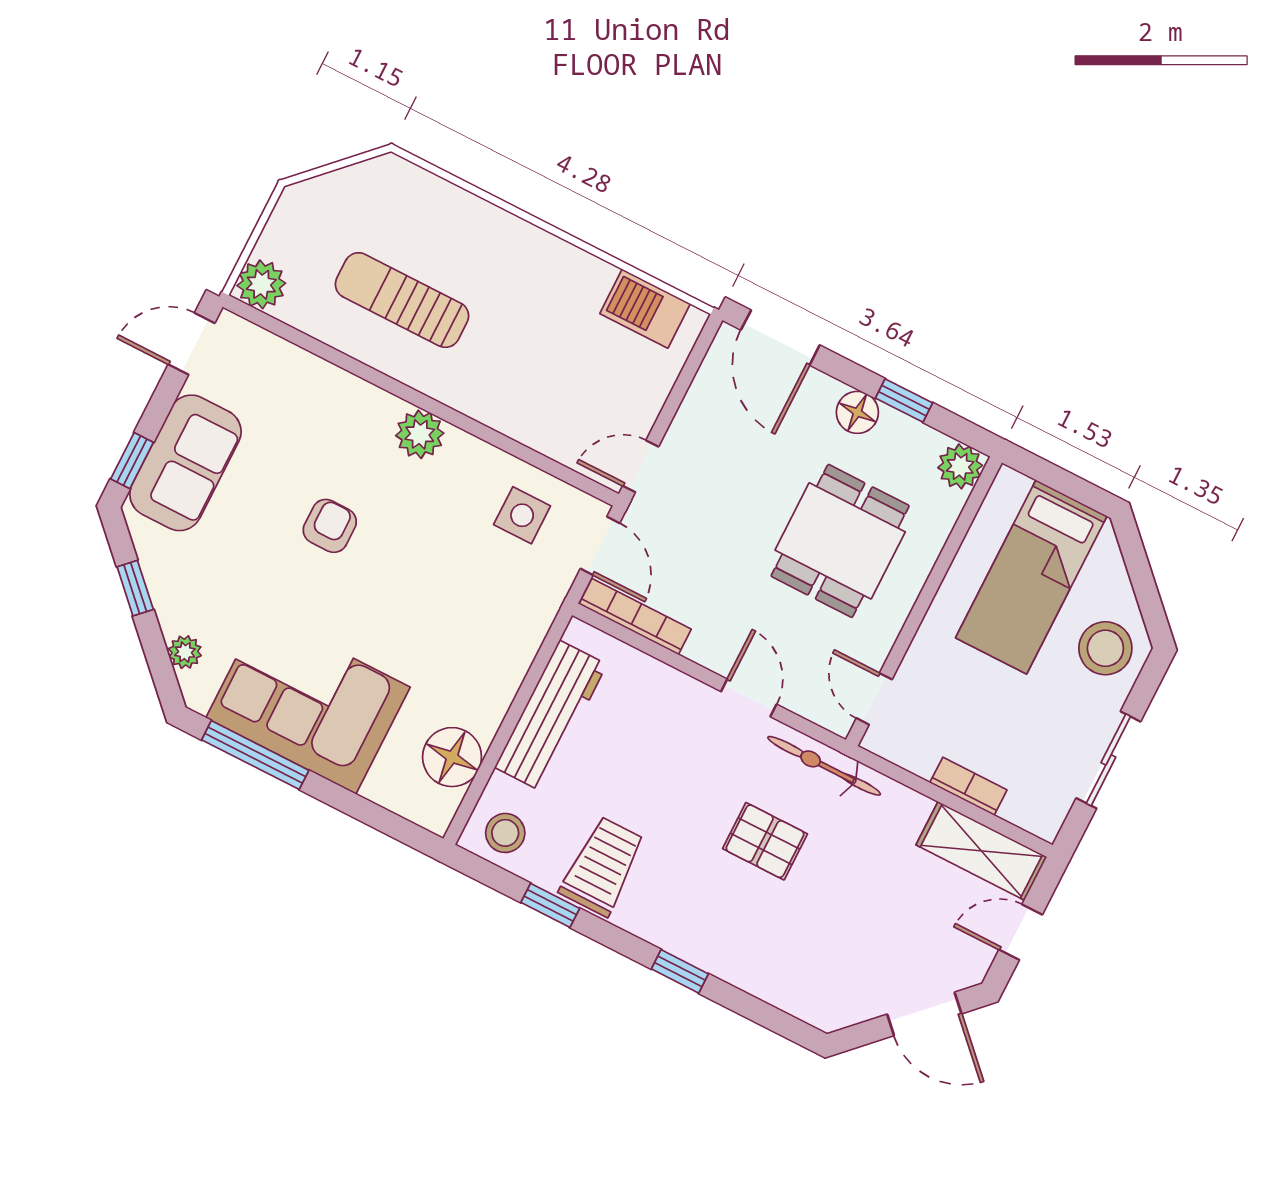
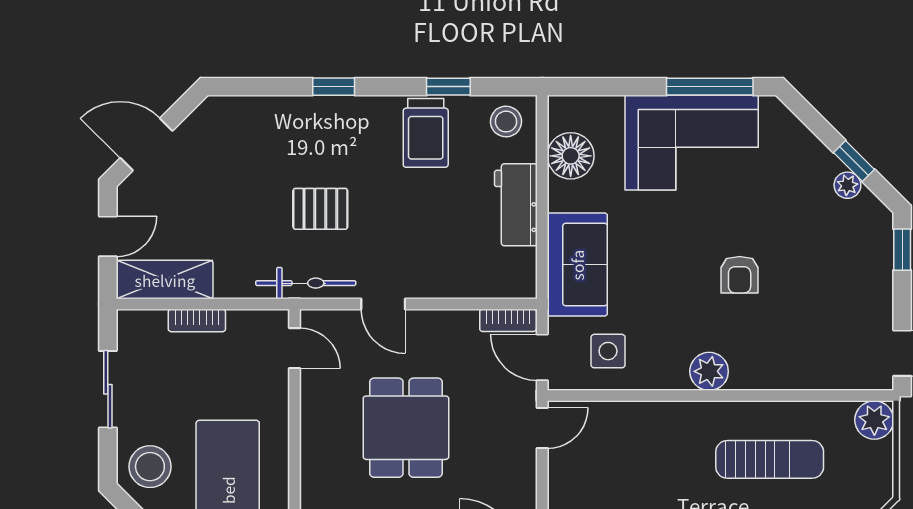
sofa: (185, 463) -> (577, 265), moved, turned 180
dining table: (840, 541) -> (406, 428), moved
bookcase: (635, 617) -> (508, 320), width x0.64
plant: (185, 652) -> (847, 185), moved
workbench: (551, 716) -> (516, 205), width x0.73

